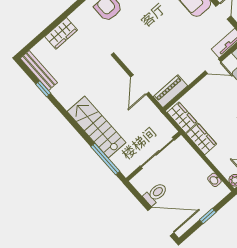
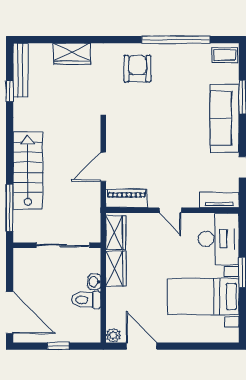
door: (213, 66) -> (170, 210), moved
washbasin: (214, 180) -> (94, 282), moved
toilet: (155, 194) -> (86, 300), moved, turned 180

